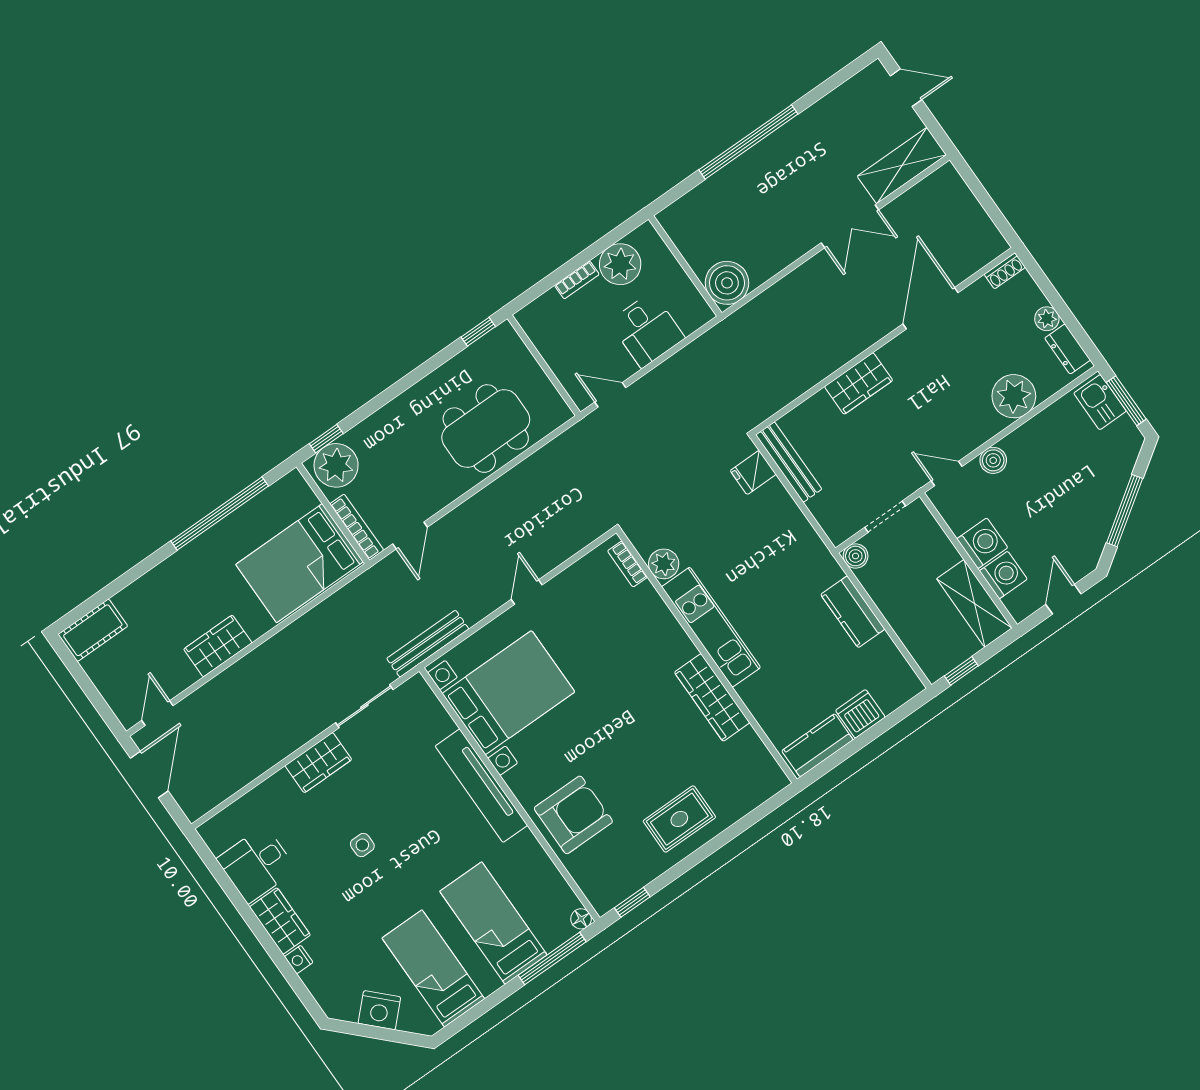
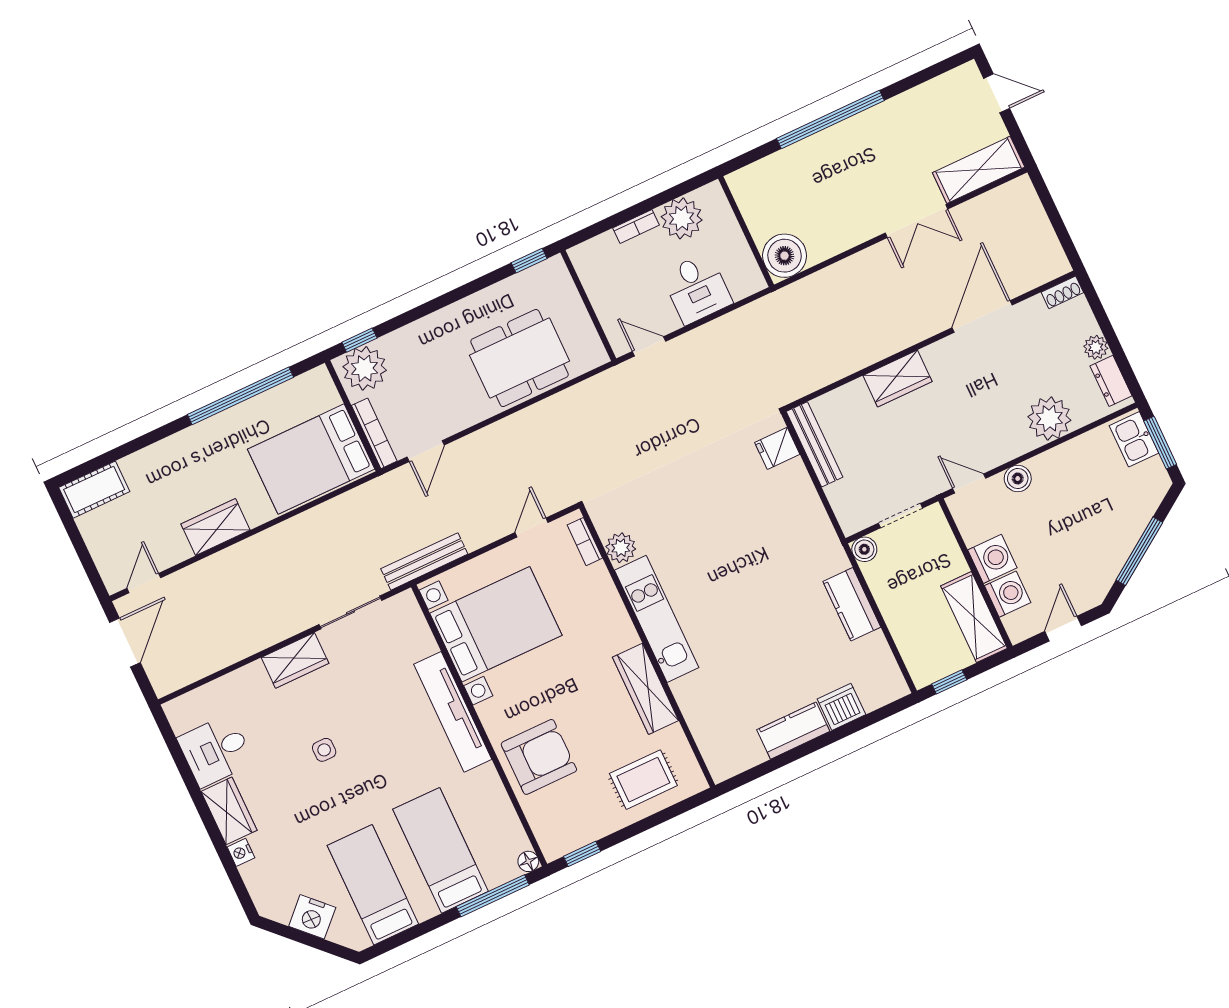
bookcase: (627, 564) -> (585, 542), moved
plant: (664, 564) -> (621, 548), moved
kitchen unit: (711, 627) -> (657, 619), moved
wall: (707, 656) -> (647, 647), moved
wardrobe: (712, 697) -> (645, 689), moved

